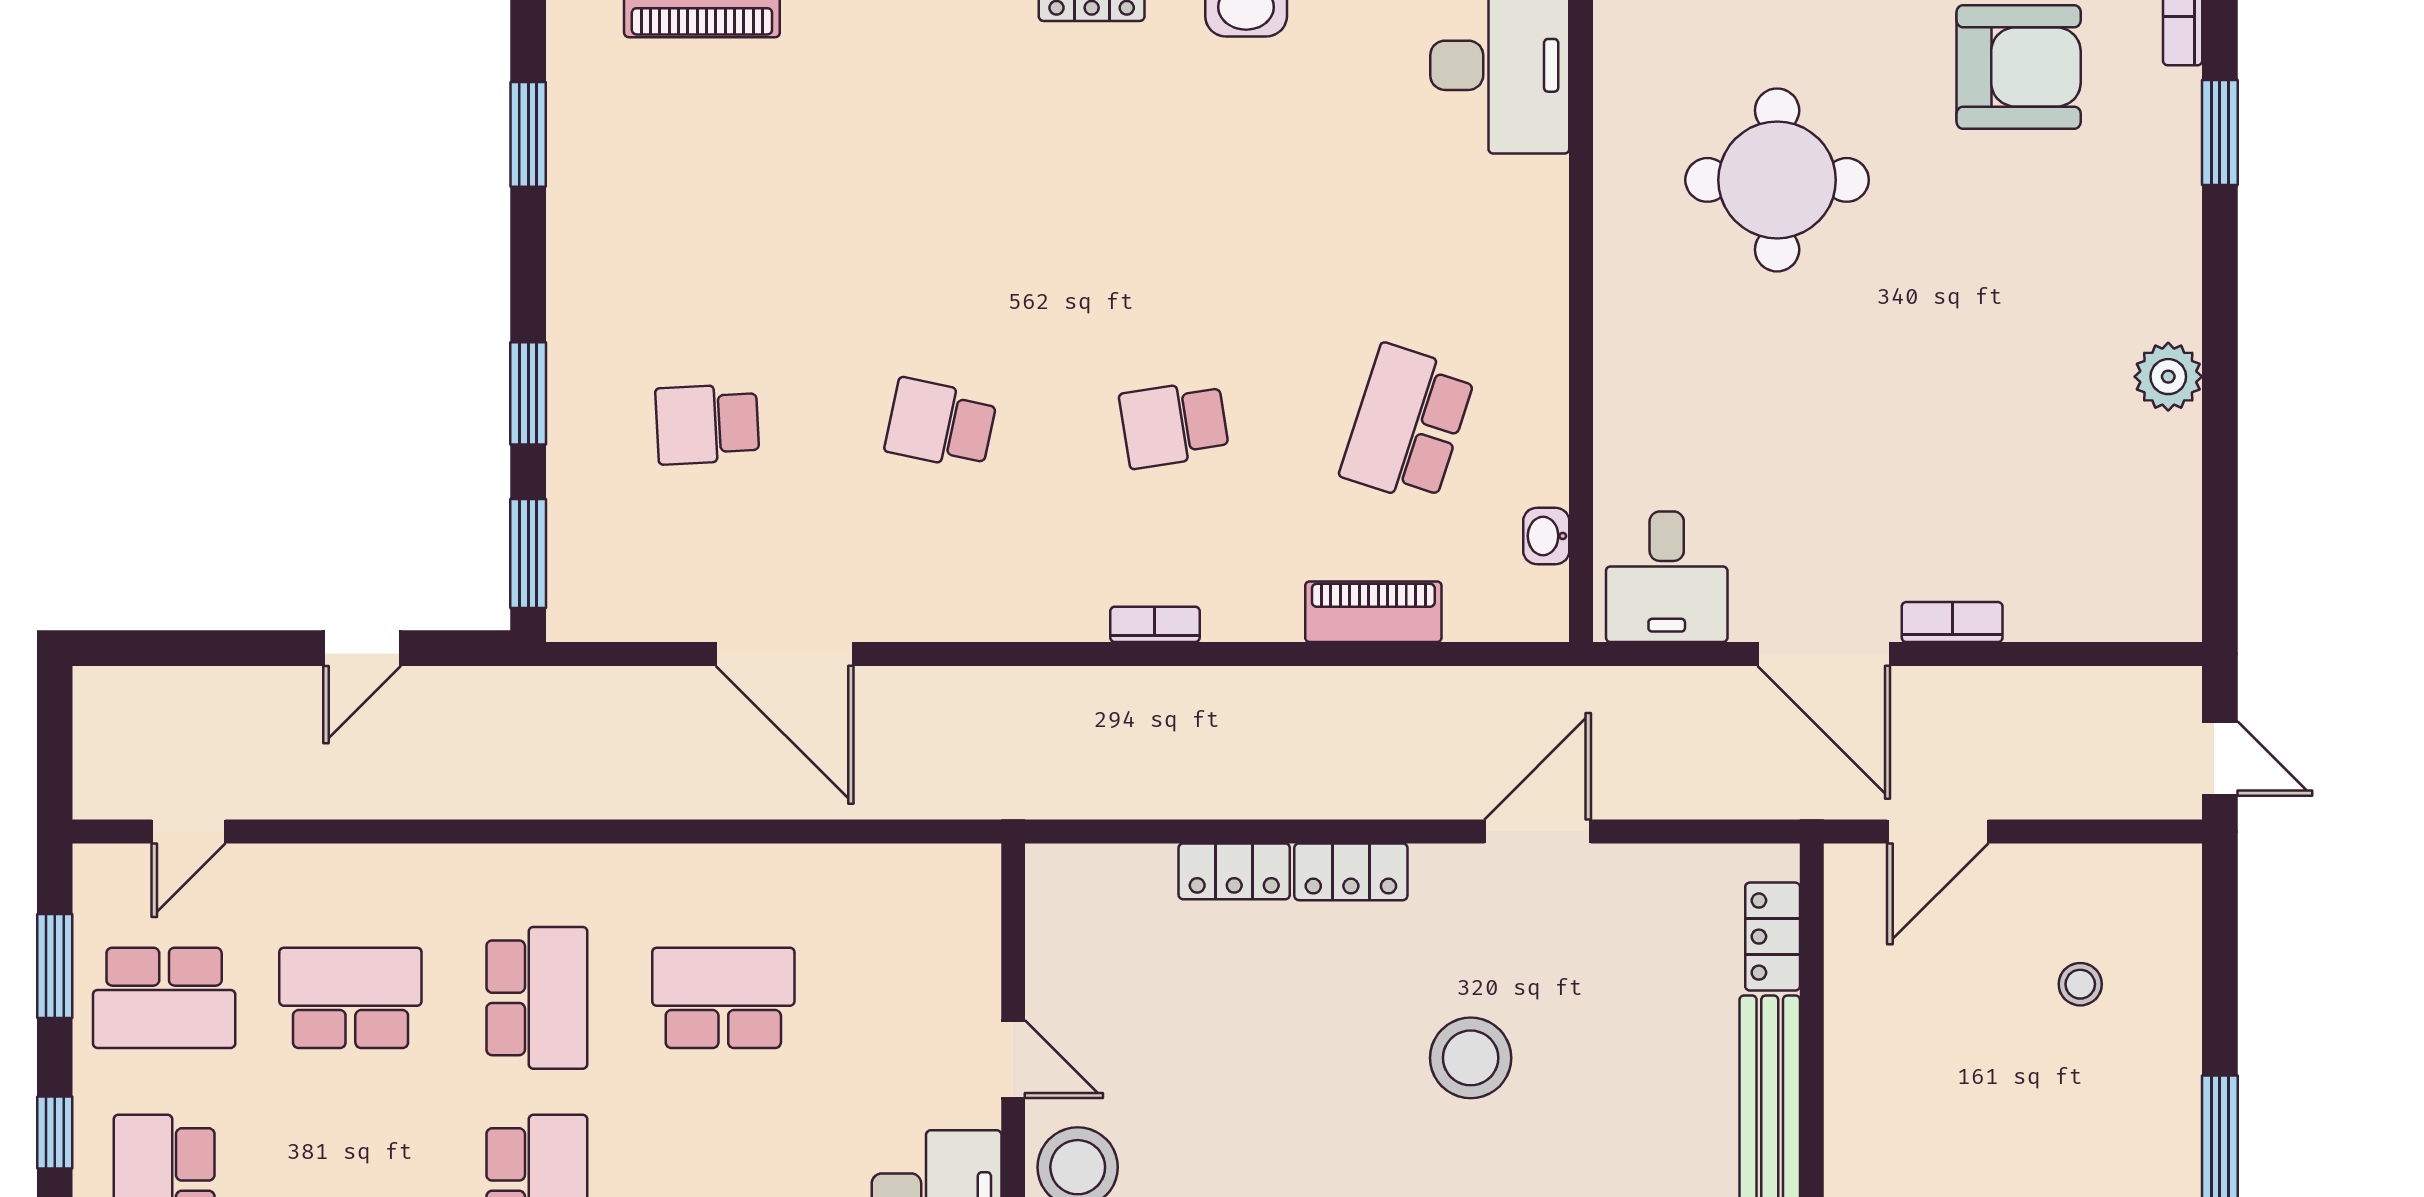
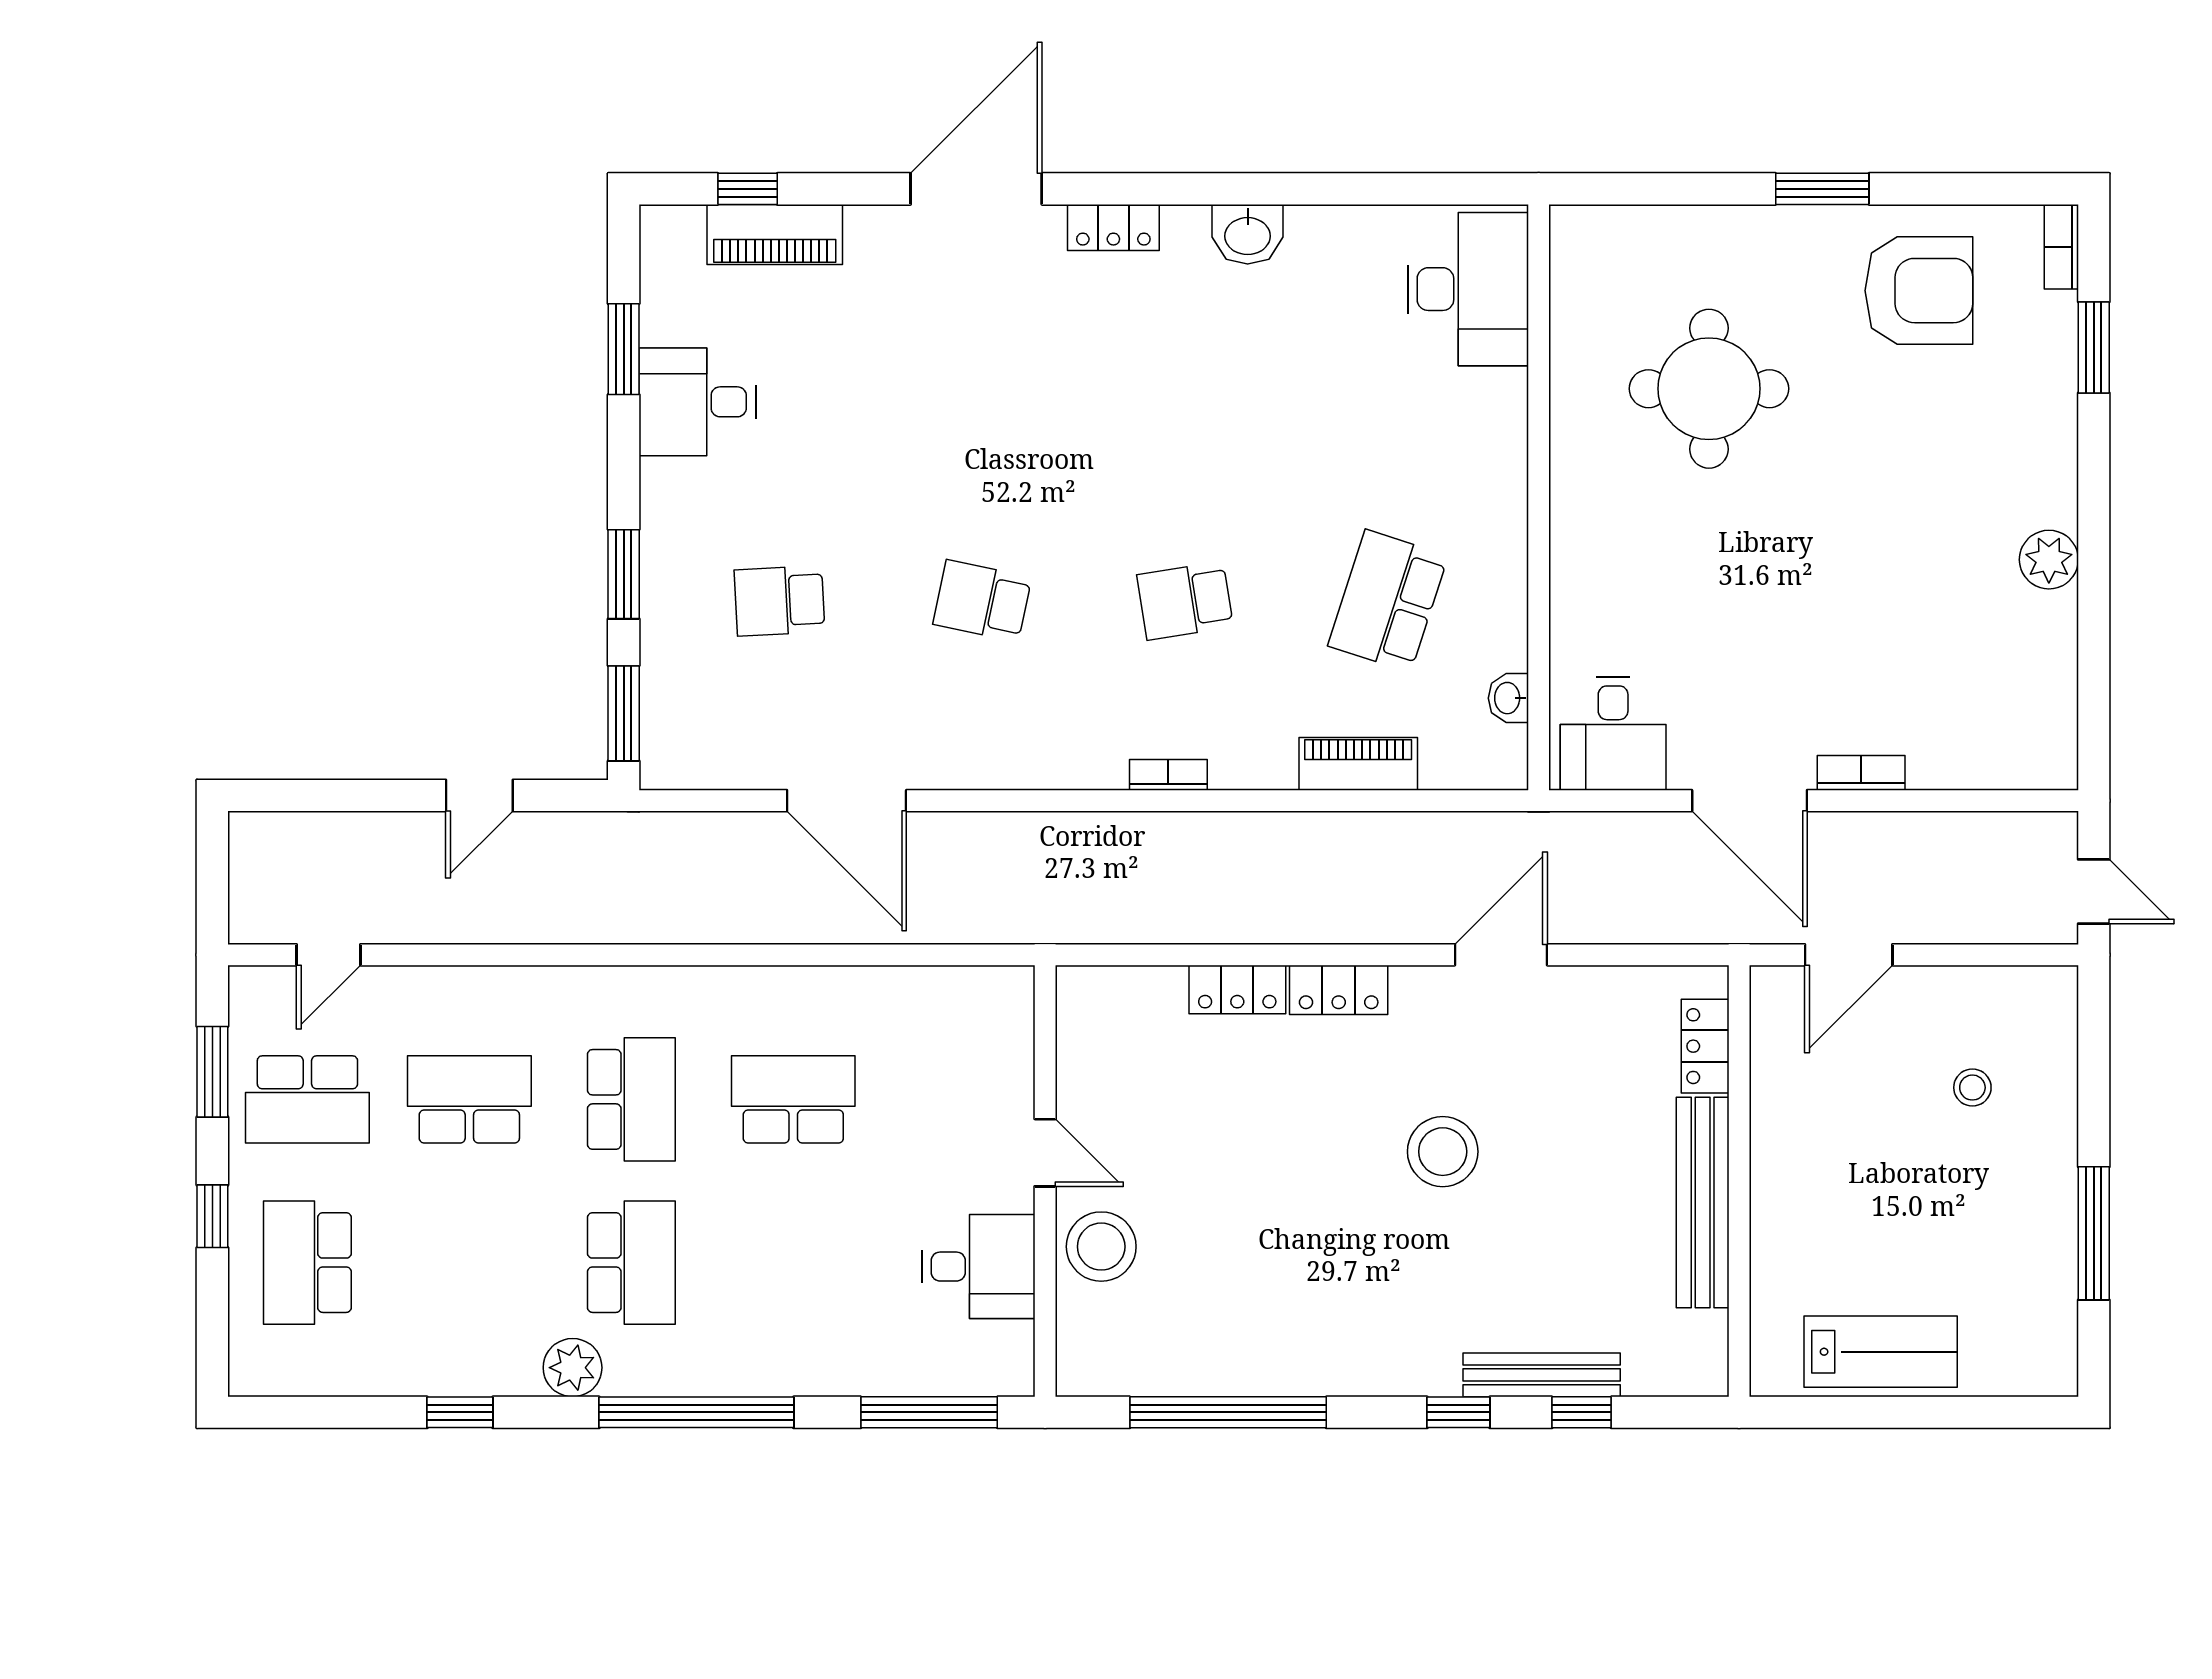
desk: (613, 195) -> (697, 402), added

